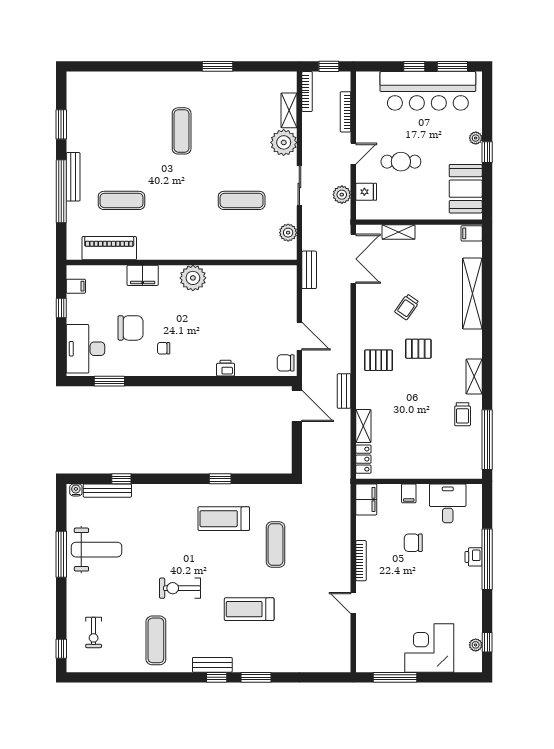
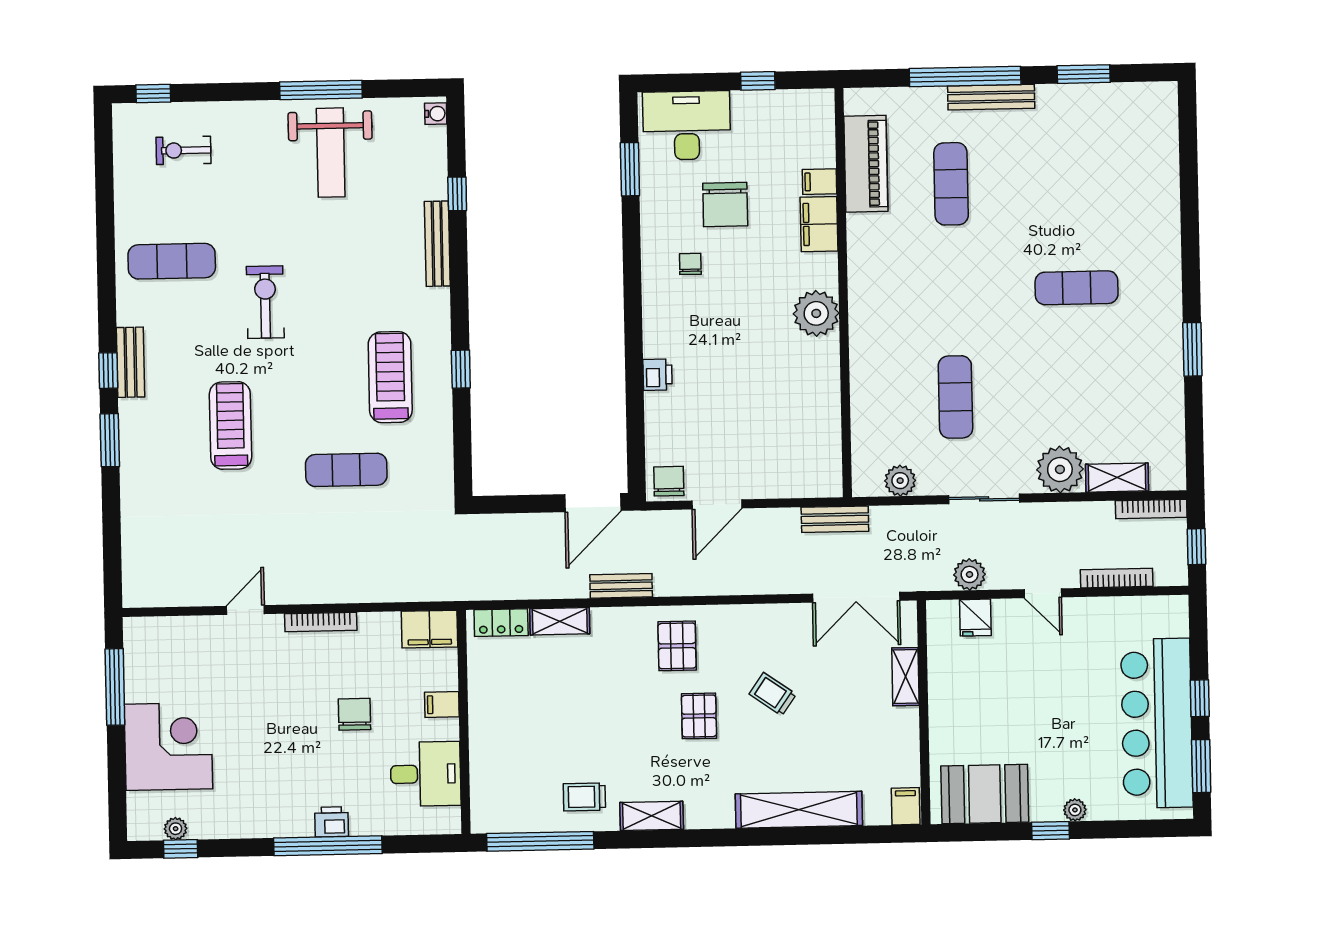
cafe table: (401, 162) -> (1030, 678), removed
filing cabinet: (76, 286) -> (819, 182), moved, turned 90
bench: (107, 491) -> (437, 244), moved

